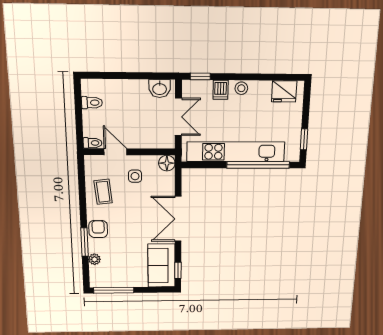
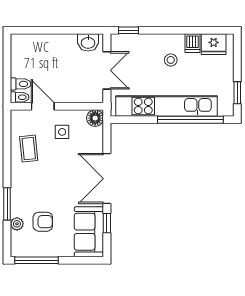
stool: (241, 88) -> (171, 60), moved
dishwasher: (221, 90) -> (193, 43), moved
toilet: (92, 103) -> (21, 84), moved
armchair: (98, 229) -> (43, 222), moved, turned 90
window: (178, 270) -> (107, 223), moved

